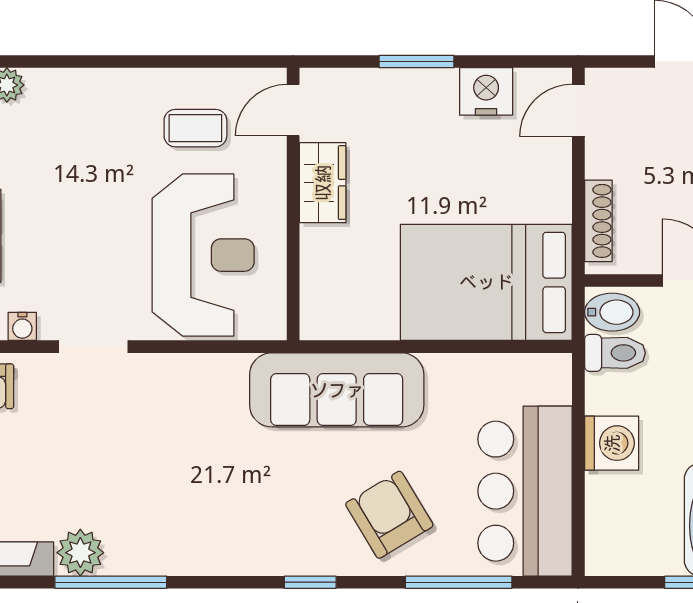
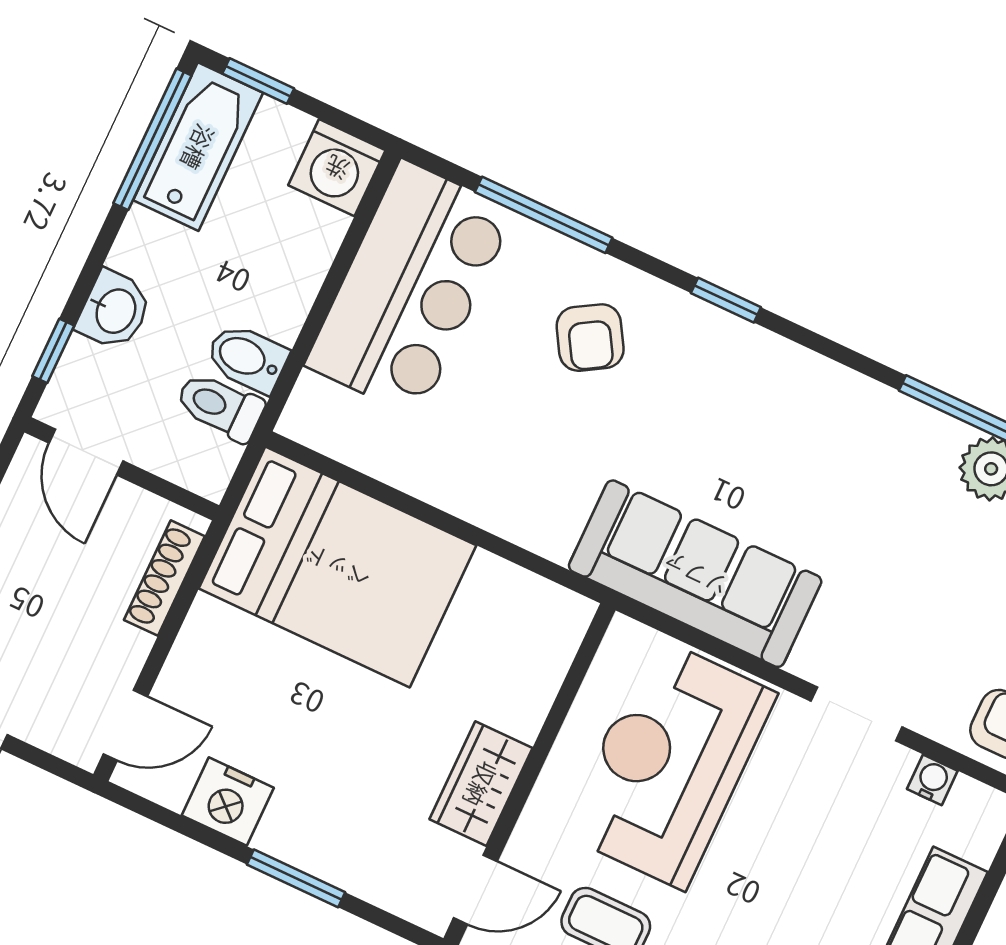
bidet: (612, 312) -> (247, 358), moved
sofa: (337, 390) -> (695, 574), moved
washing machine: (612, 443) -> (337, 168), moved, turned -90
armchair: (389, 515) -> (590, 338), width x0.72, depth x0.72

